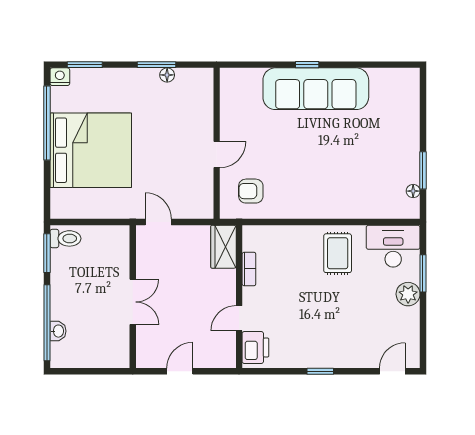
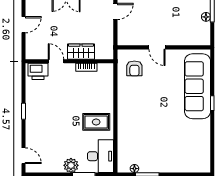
sofa: (316, 89) -> (198, 86), moved
armchair: (251, 191) -> (134, 68), turned 180
wardrobe: (223, 247) -> (81, 52), moved
door: (180, 371) -> (23, 25), hinge flipped

